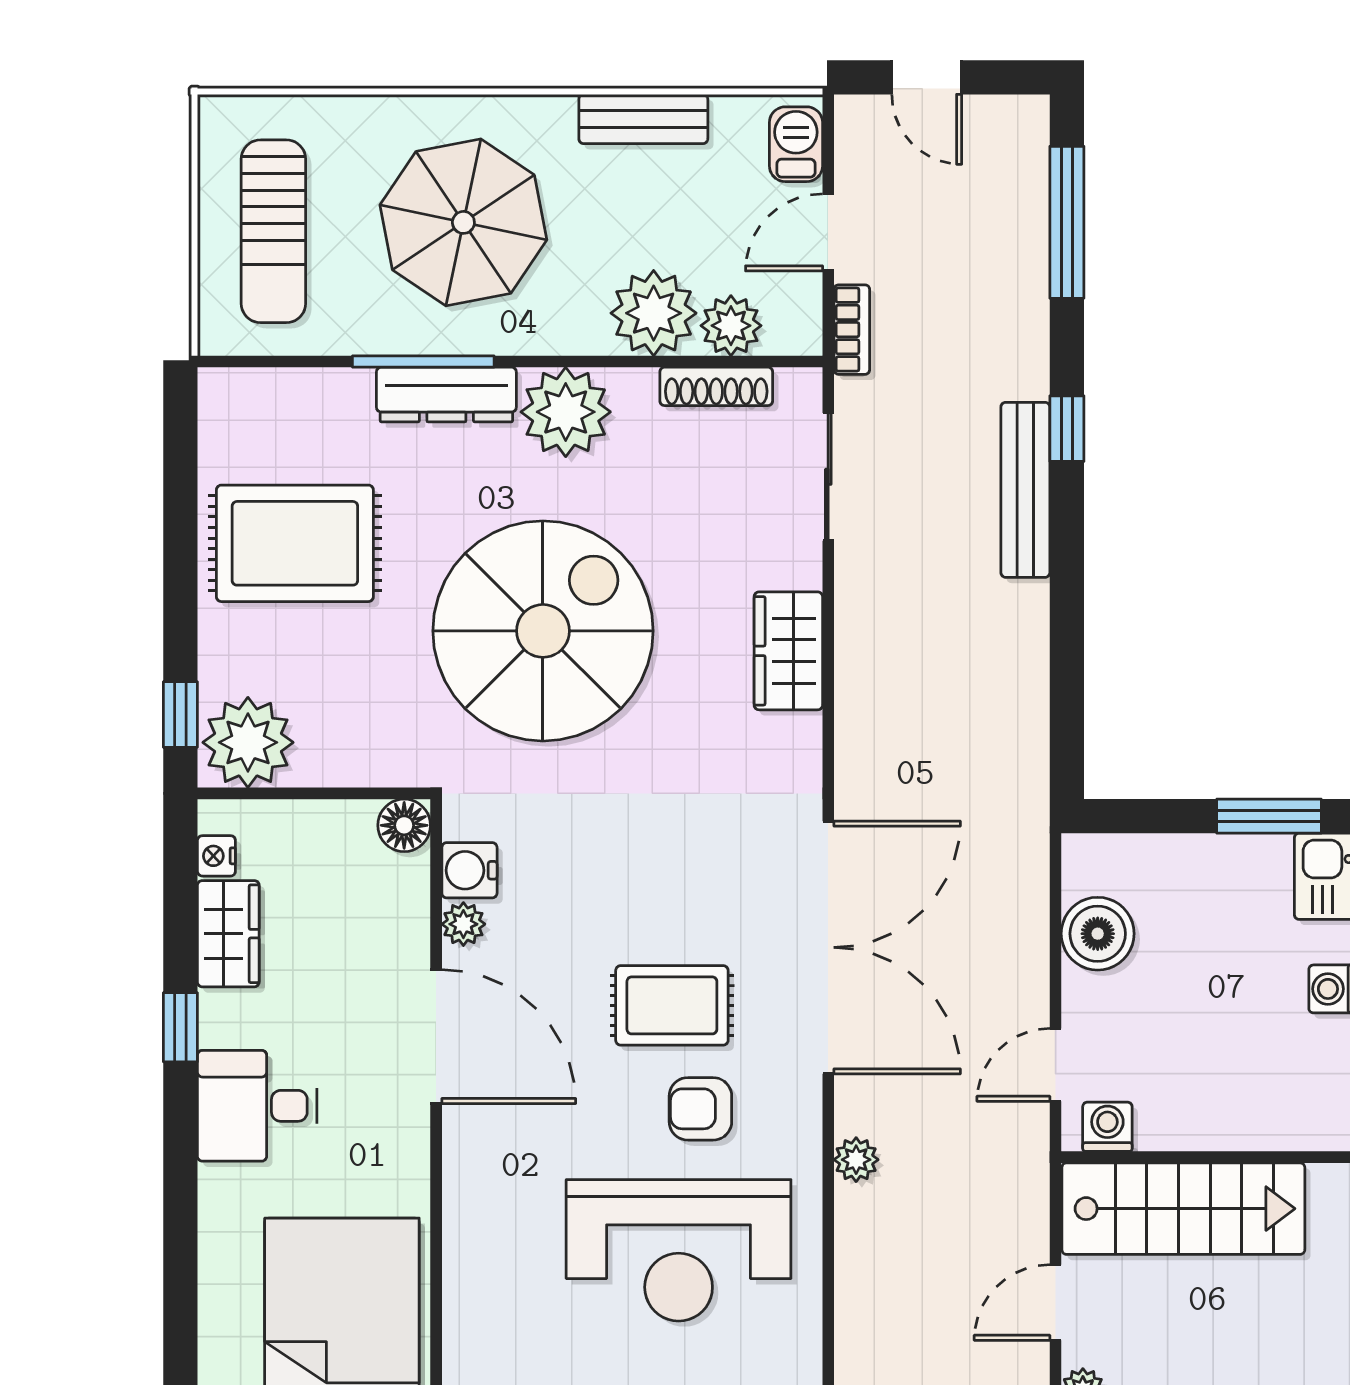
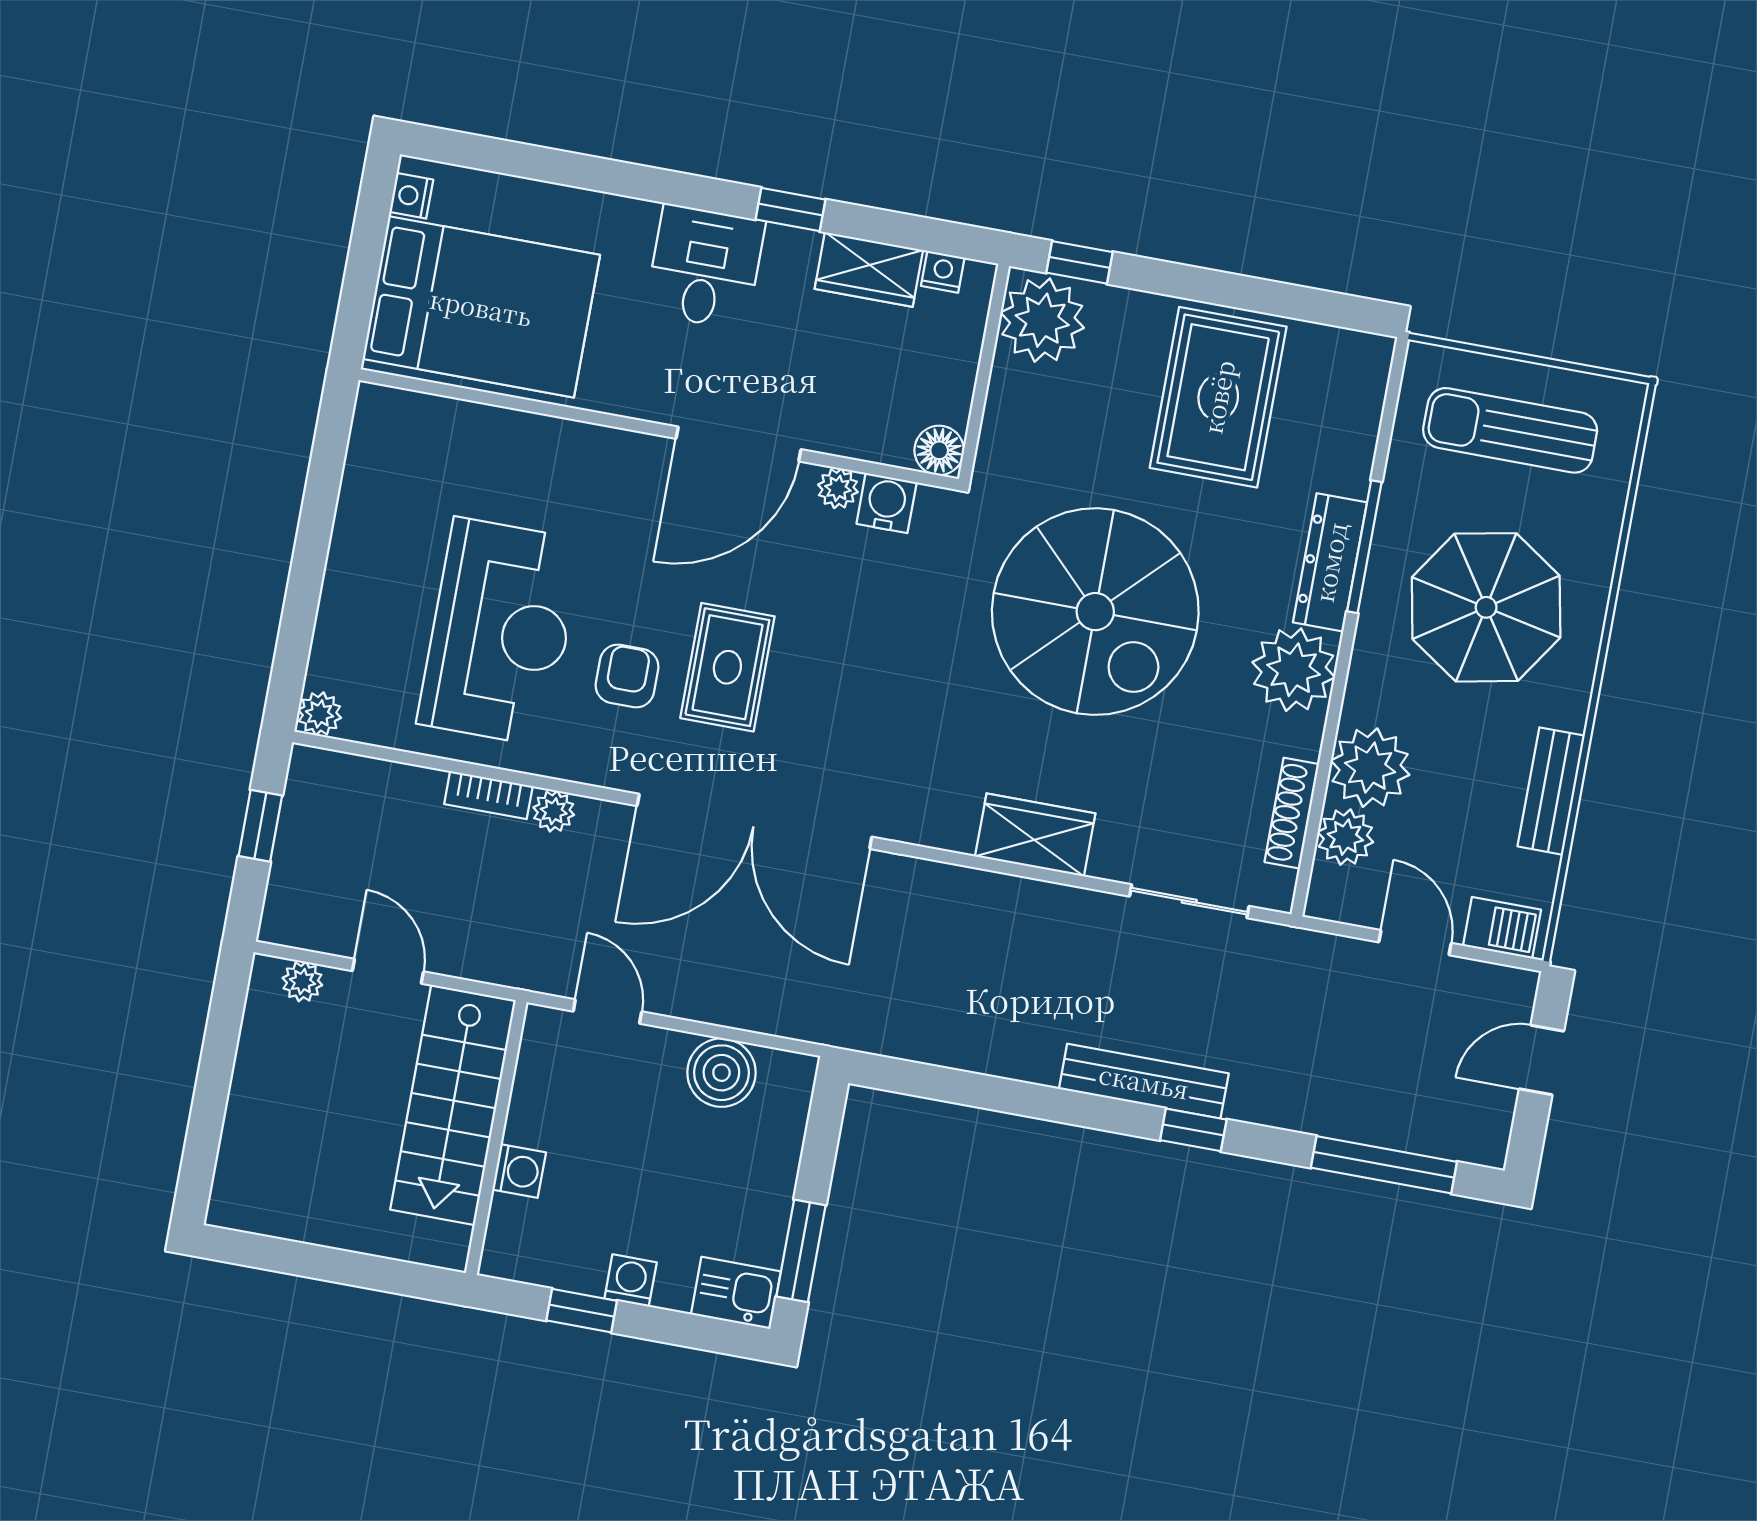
bookcase: (852, 330) -> (488, 795), moved
washing machine: (1107, 1127) -> (519, 1171), moved
reception desk: (679, 1250) -> (500, 632), turned 180

